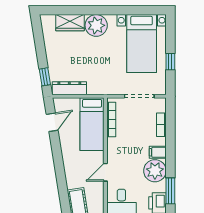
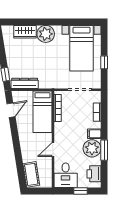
window: (170, 191) -> (104, 150), moved

